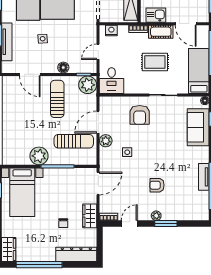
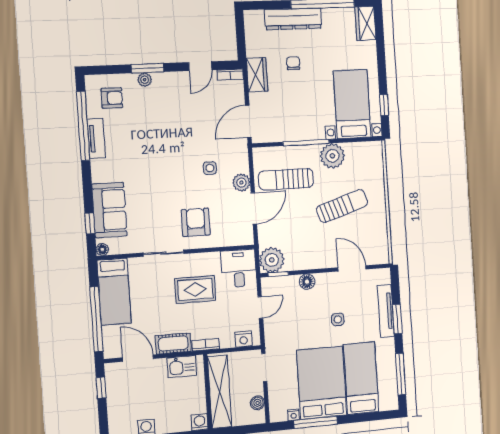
rug: (155, 62) -> (195, 289), moved
sun lounger: (57, 99) -> (342, 206), moved, turned -108
armchair: (157, 185) -> (112, 98), moved
plant: (156, 216) -> (145, 80), moved
dresser: (76, 254) -> (293, 19), moved

